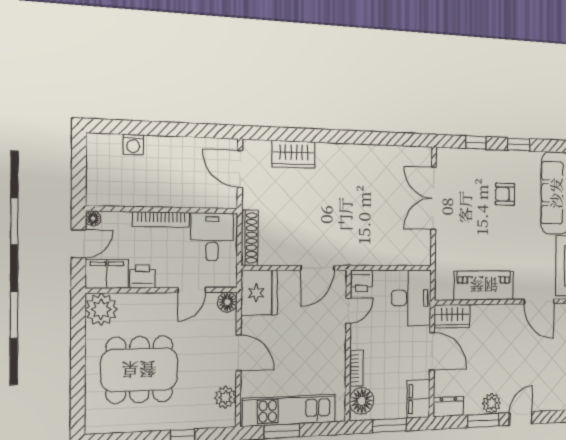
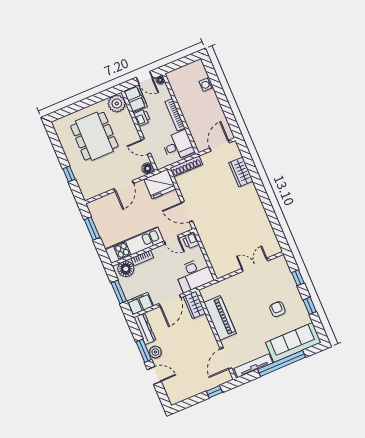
double door: (434, 198) -> (255, 265), width x0.73
plant: (225, 397) -> (98, 189), removed
dresser: (448, 407) -> (145, 329), width x1.44
kitchen unit: (289, 410) -> (134, 245), moved, turned -90

